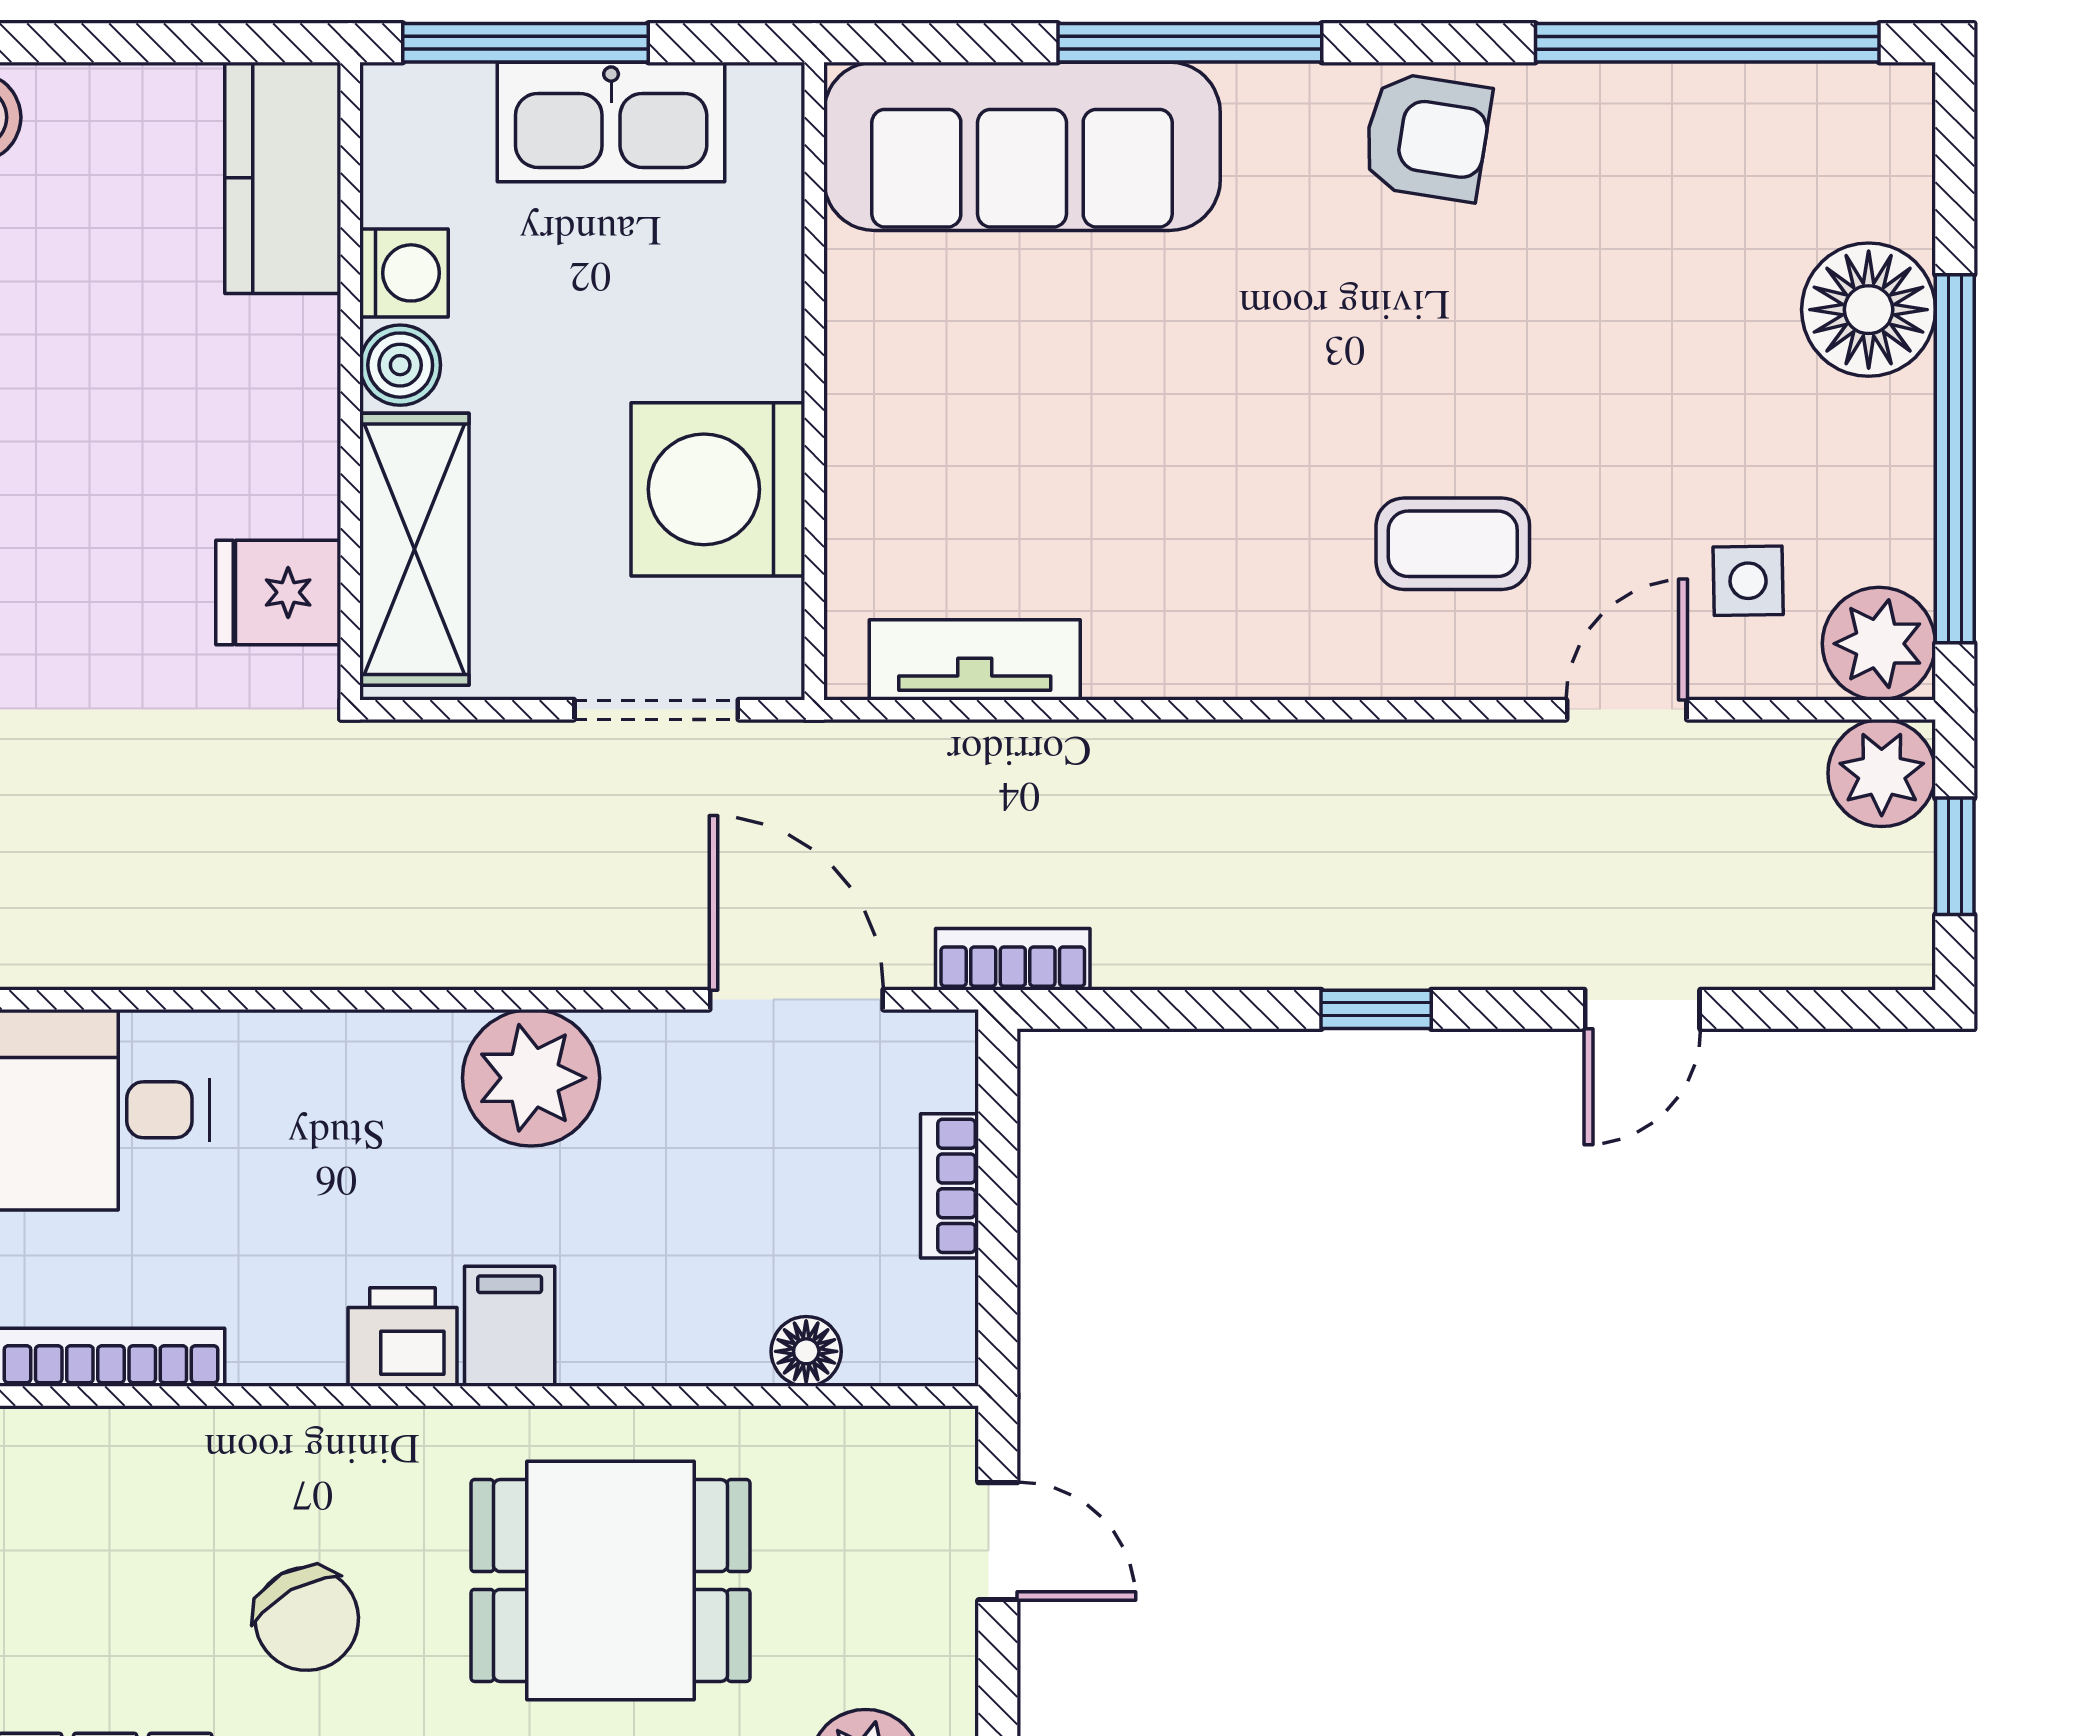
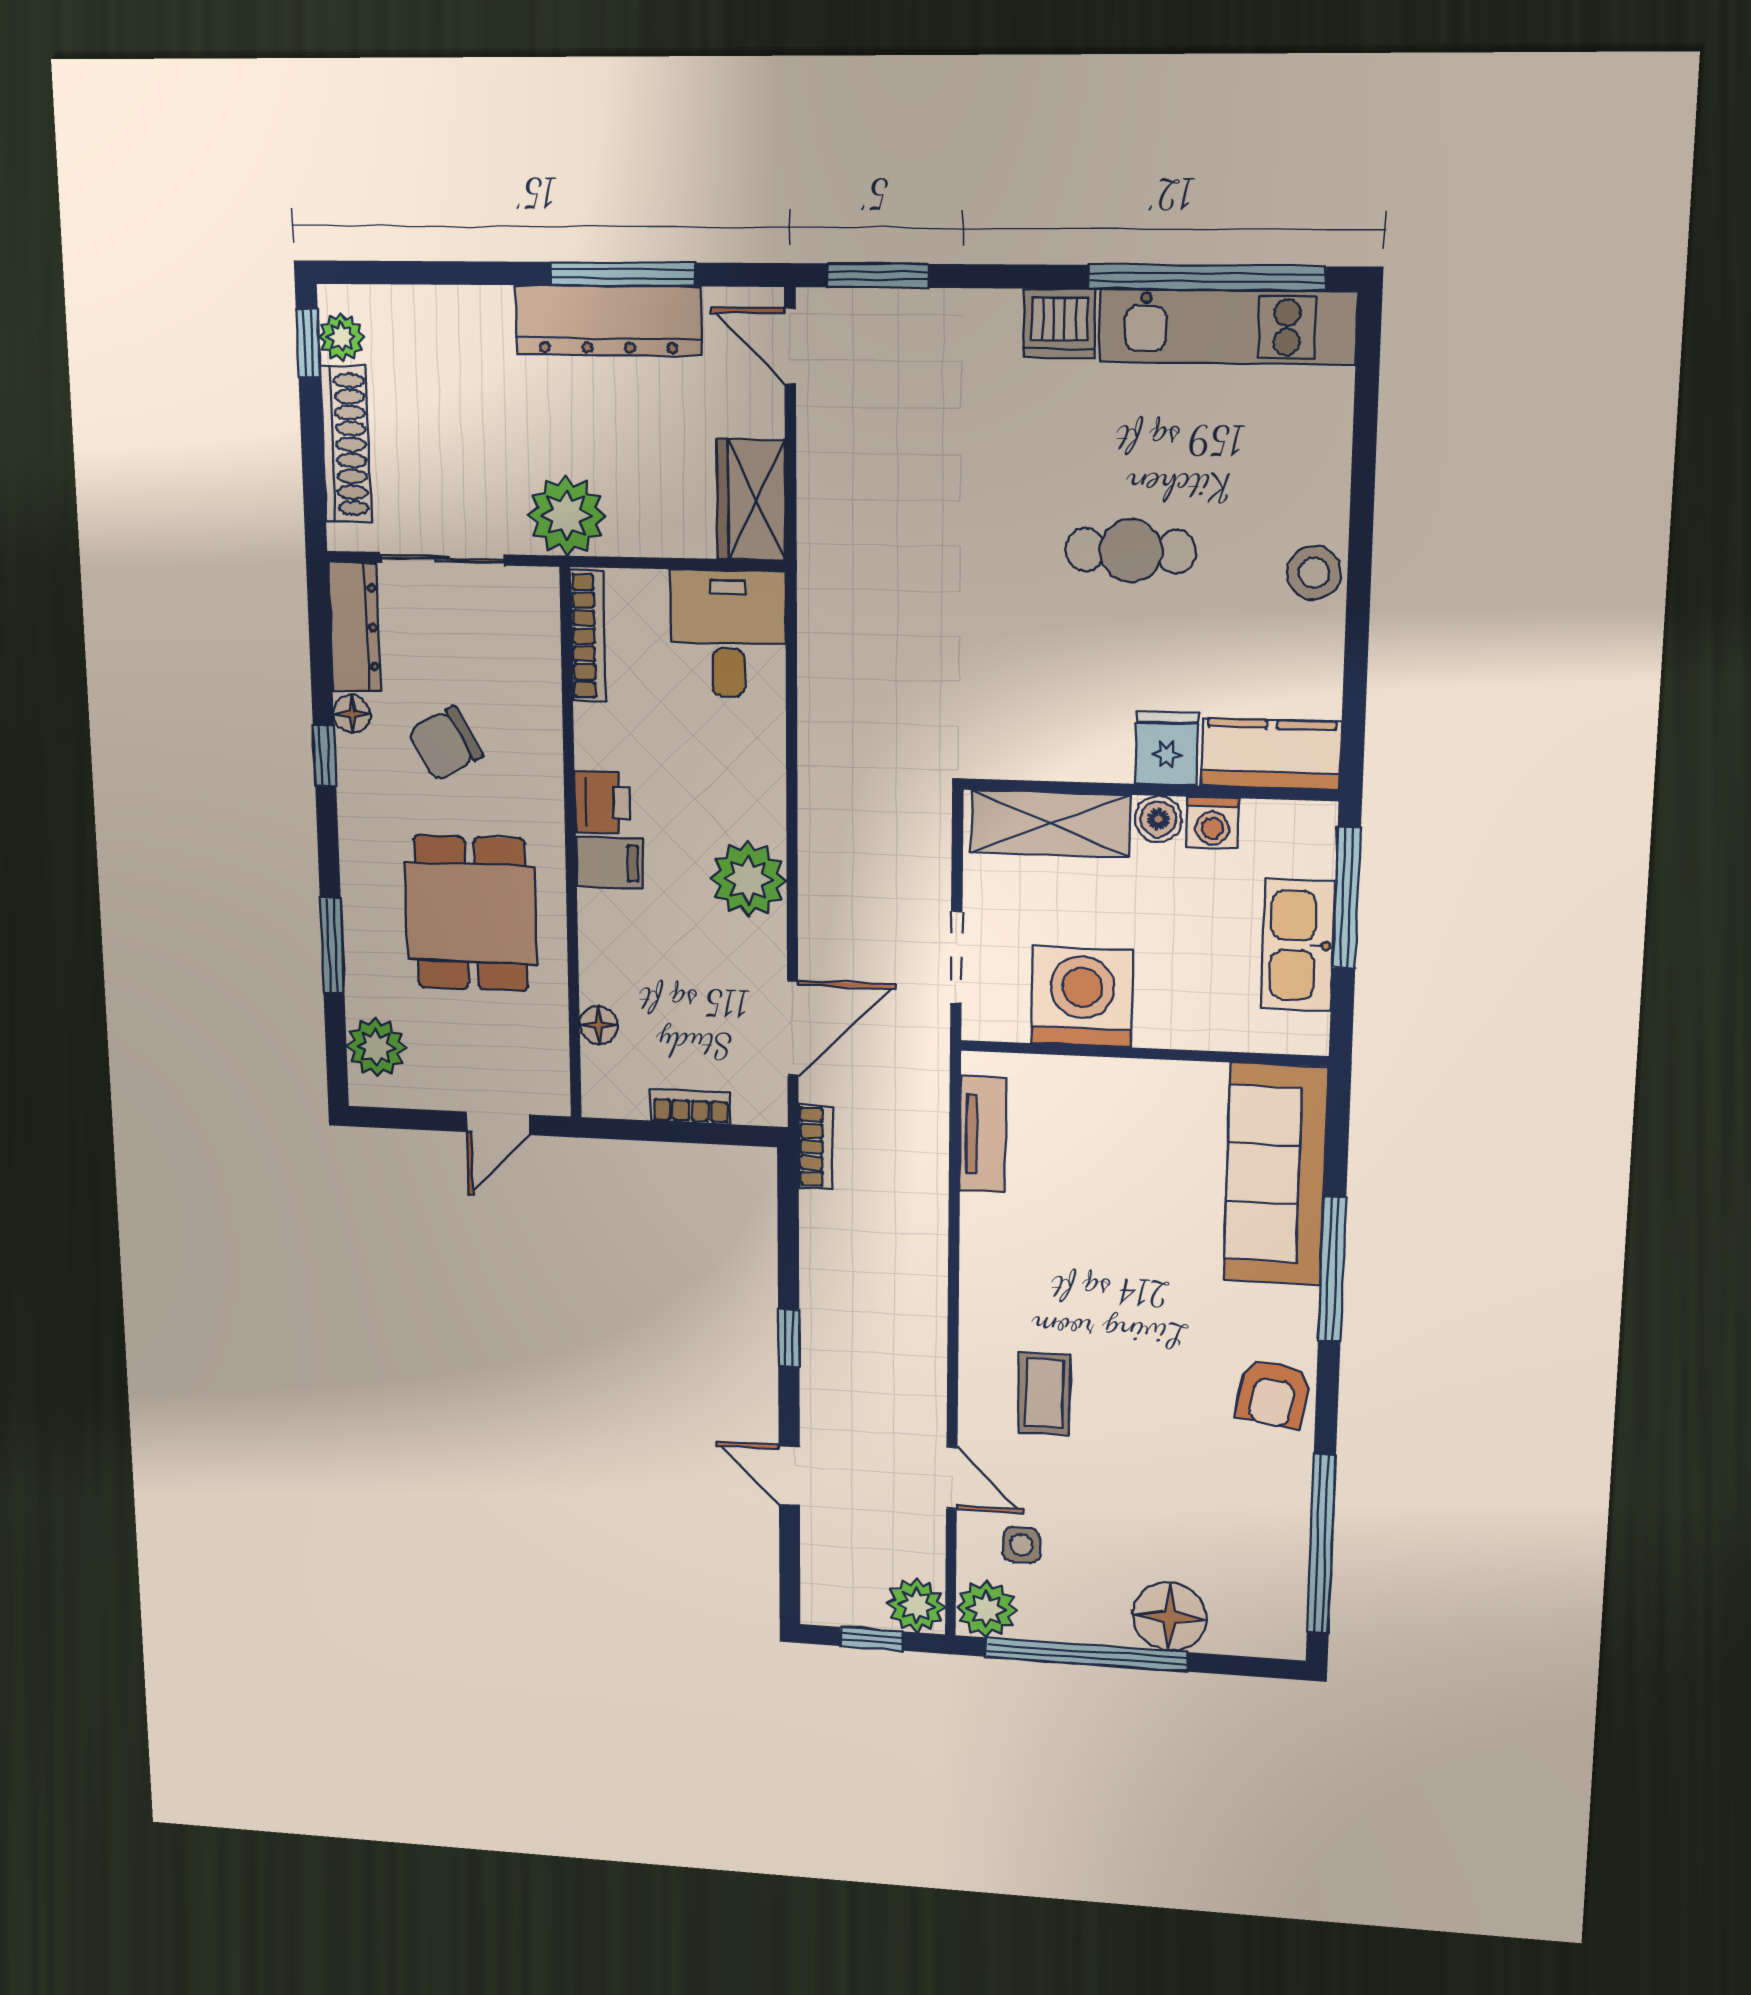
fridge: (278, 592) -> (1167, 748), moved

